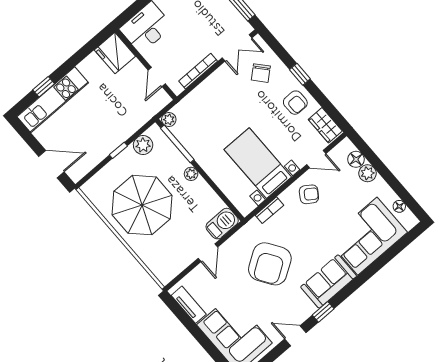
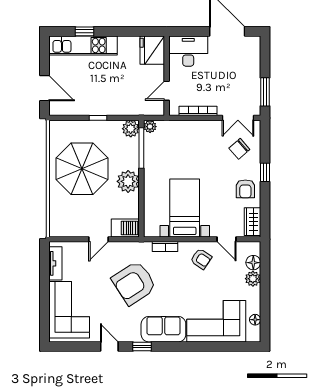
plant: (143, 145) -> (131, 129), moved
plant: (191, 174) -> (128, 181), width x1.88, depth x1.88

